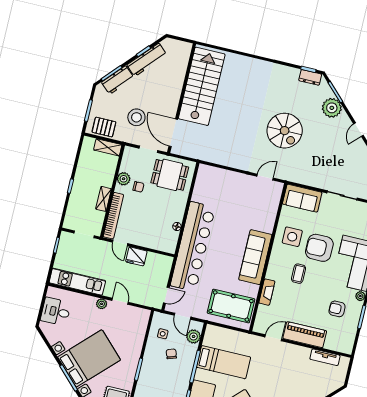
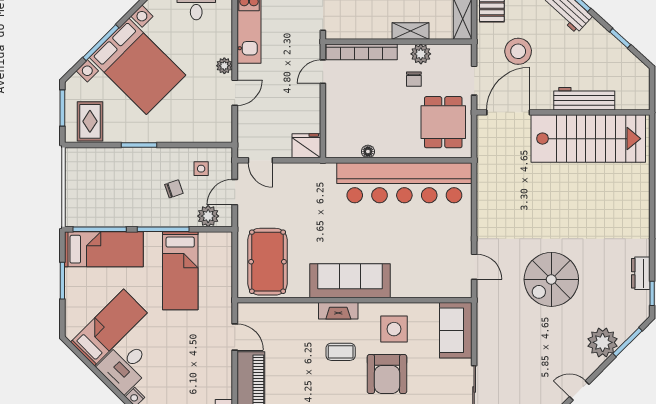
workbench: (147, 60) -> (584, 99), moved, turned 138
dresser: (310, 77) -> (641, 273), moved
shelving: (104, 199) -> (411, 31), moved
bar counter: (193, 246) -> (404, 183), moved
armchair: (319, 248) -> (387, 374), turned 180
fridge: (136, 256) -> (306, 146), moved, turned 90
fireplace: (267, 292) -> (338, 311), moved

